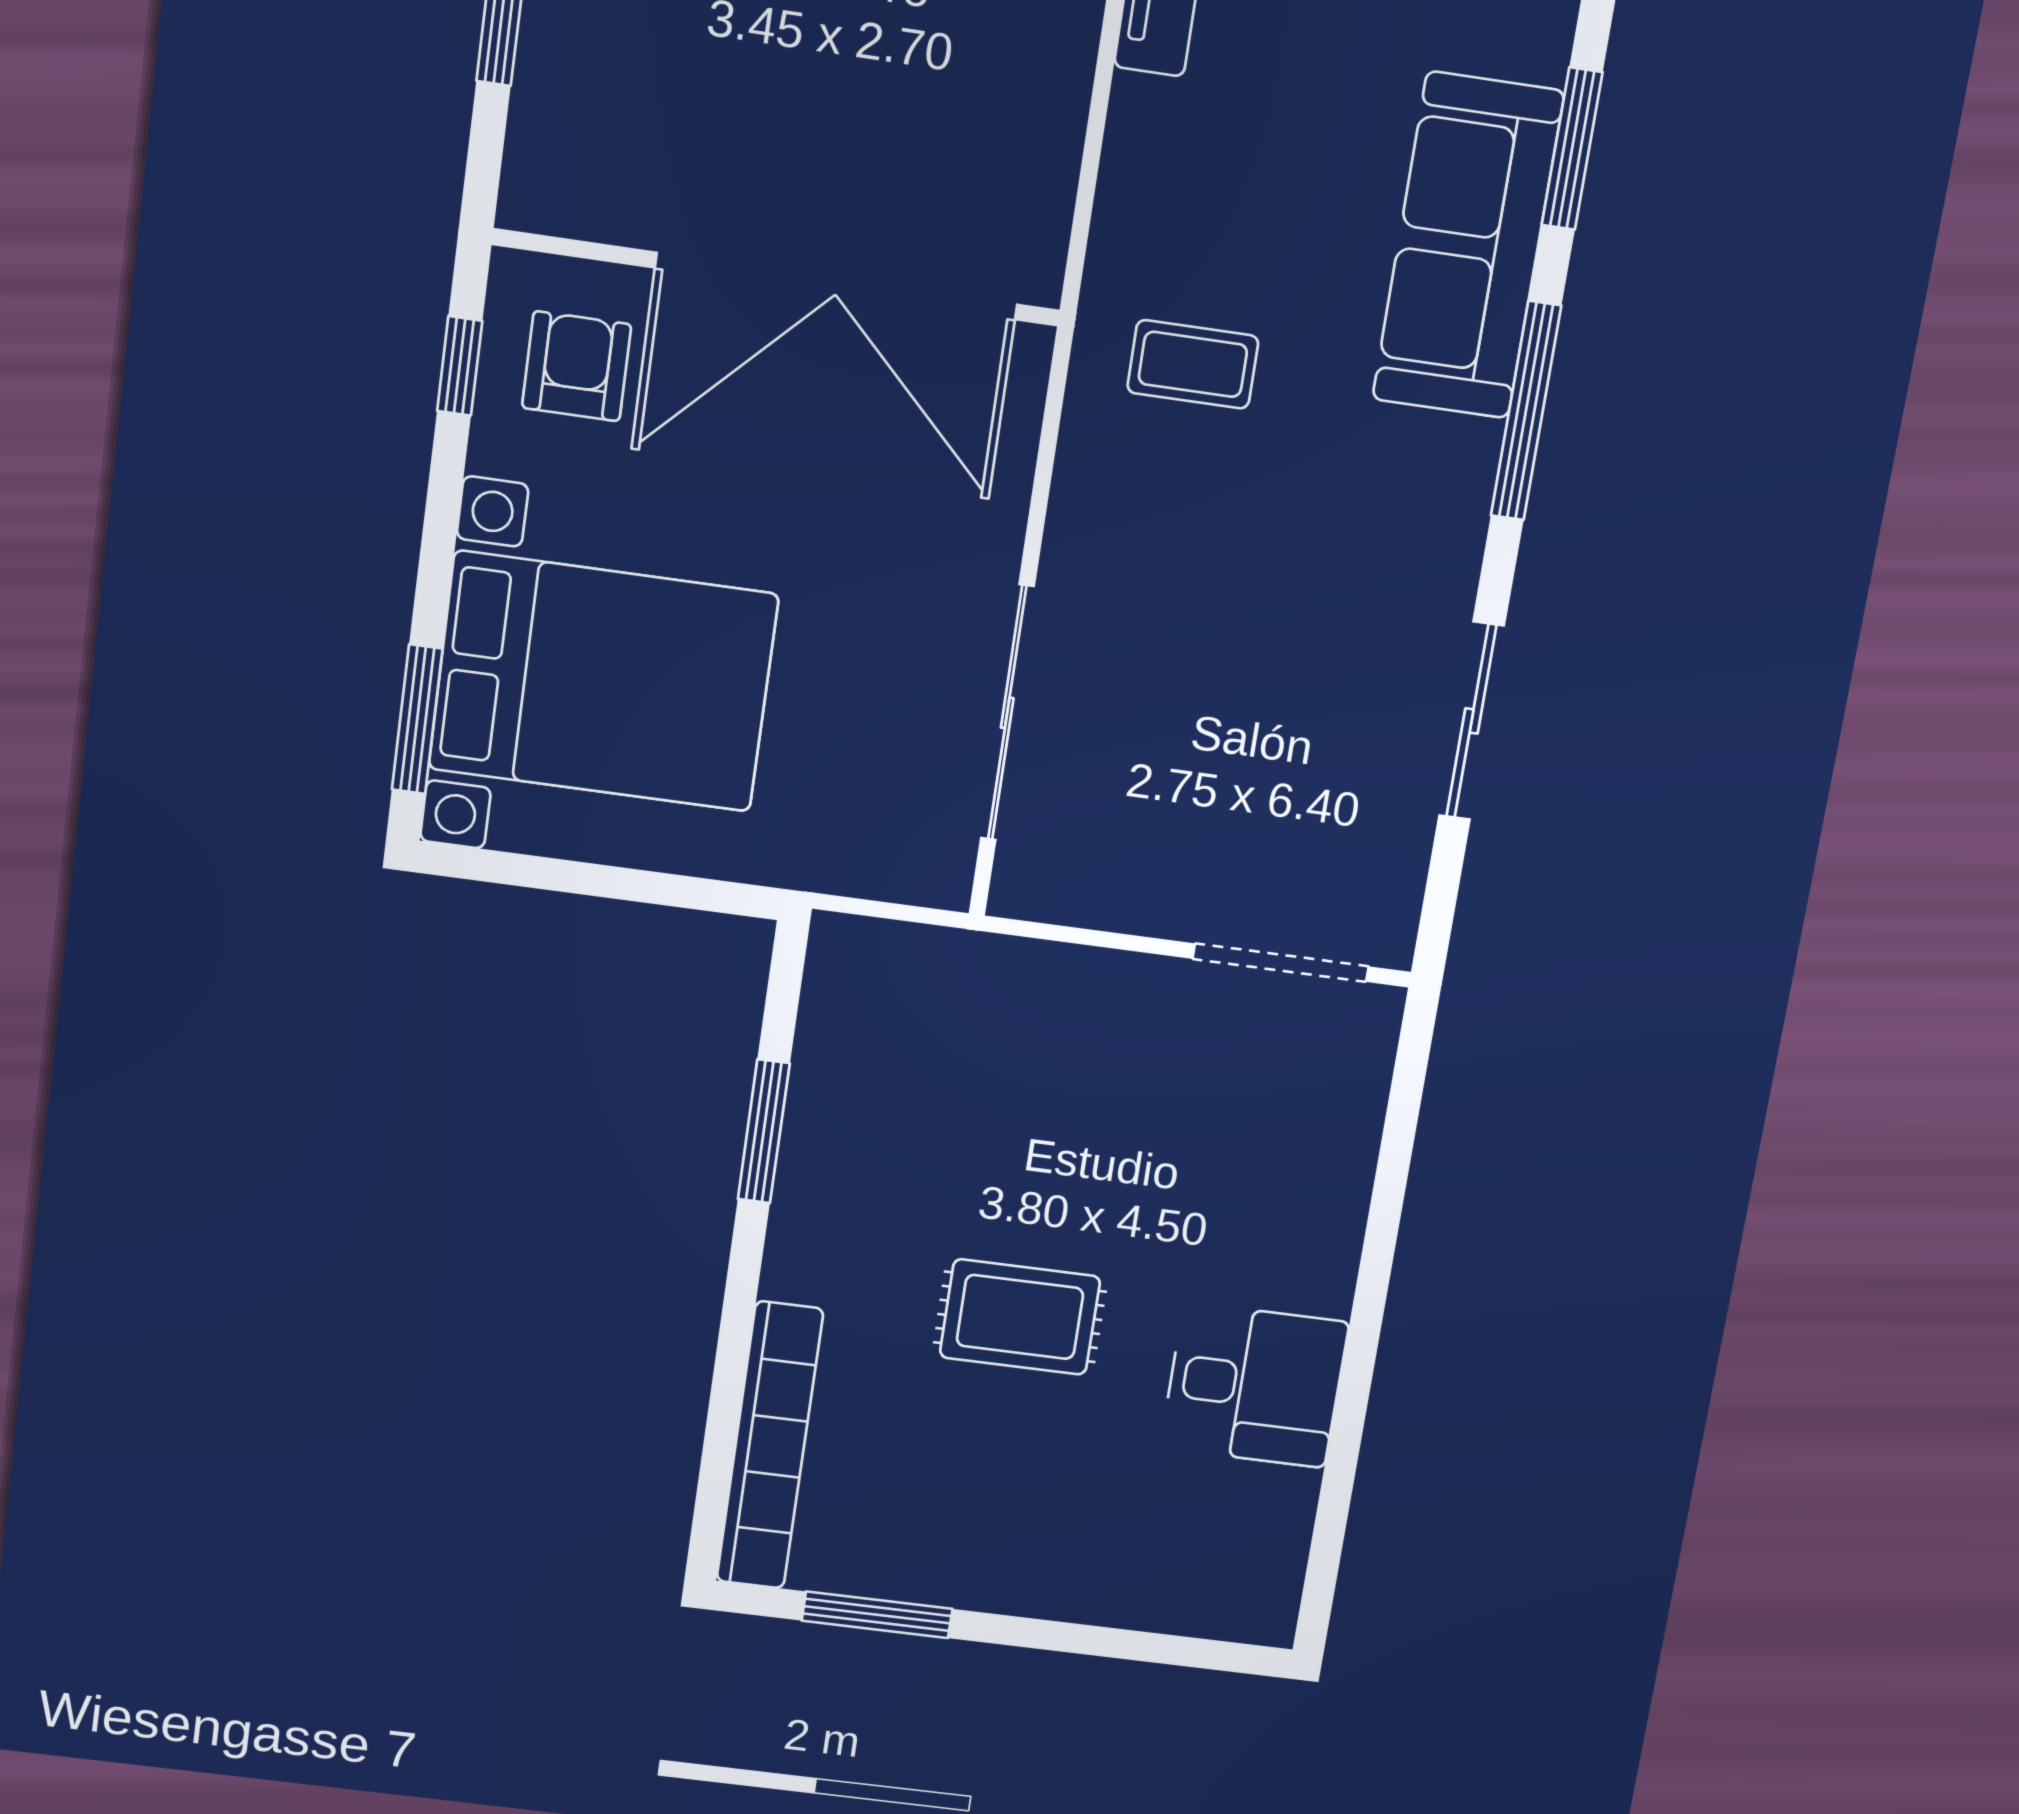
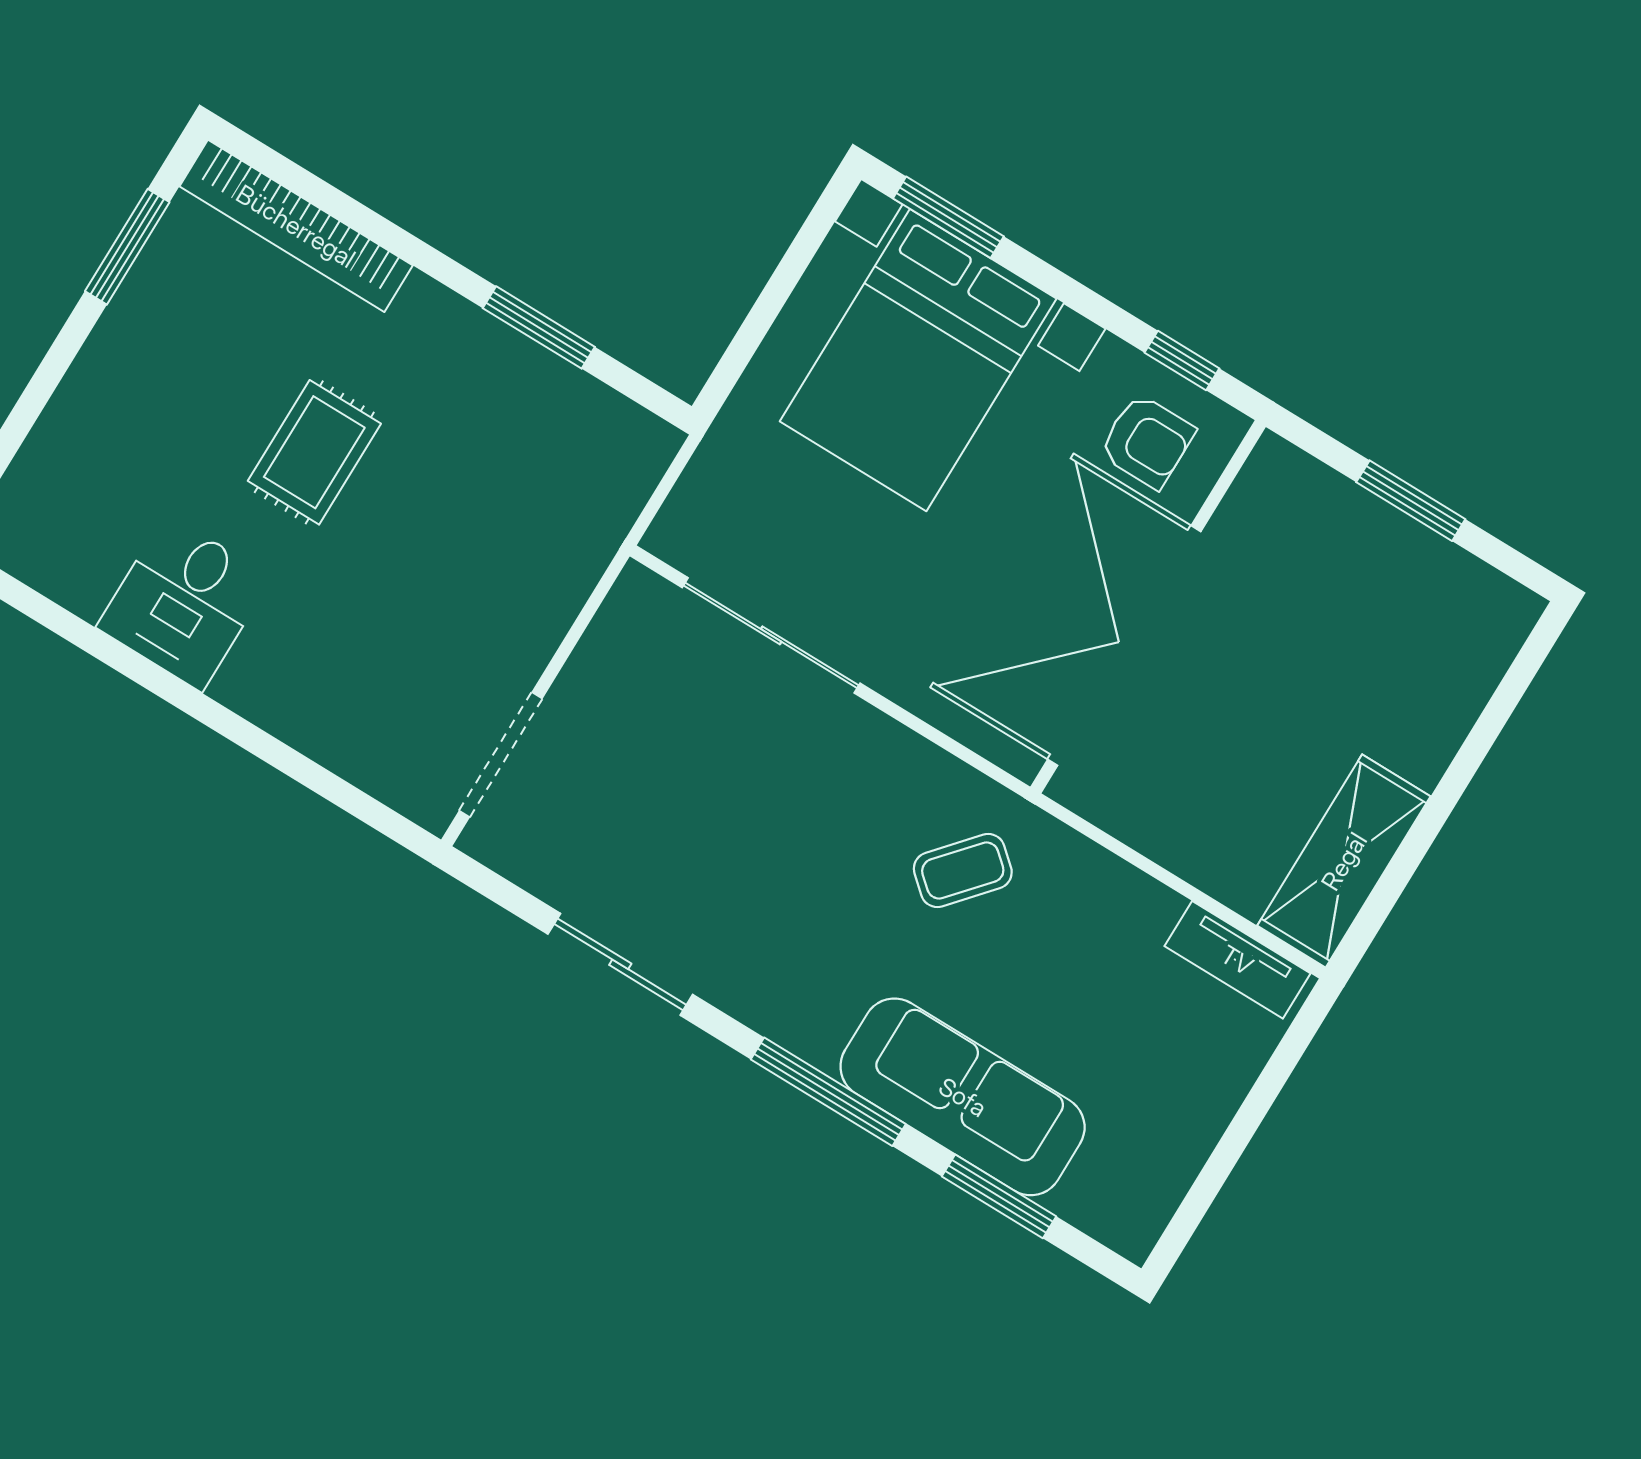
coffee table: (1193, 364) -> (963, 871), turned 41

